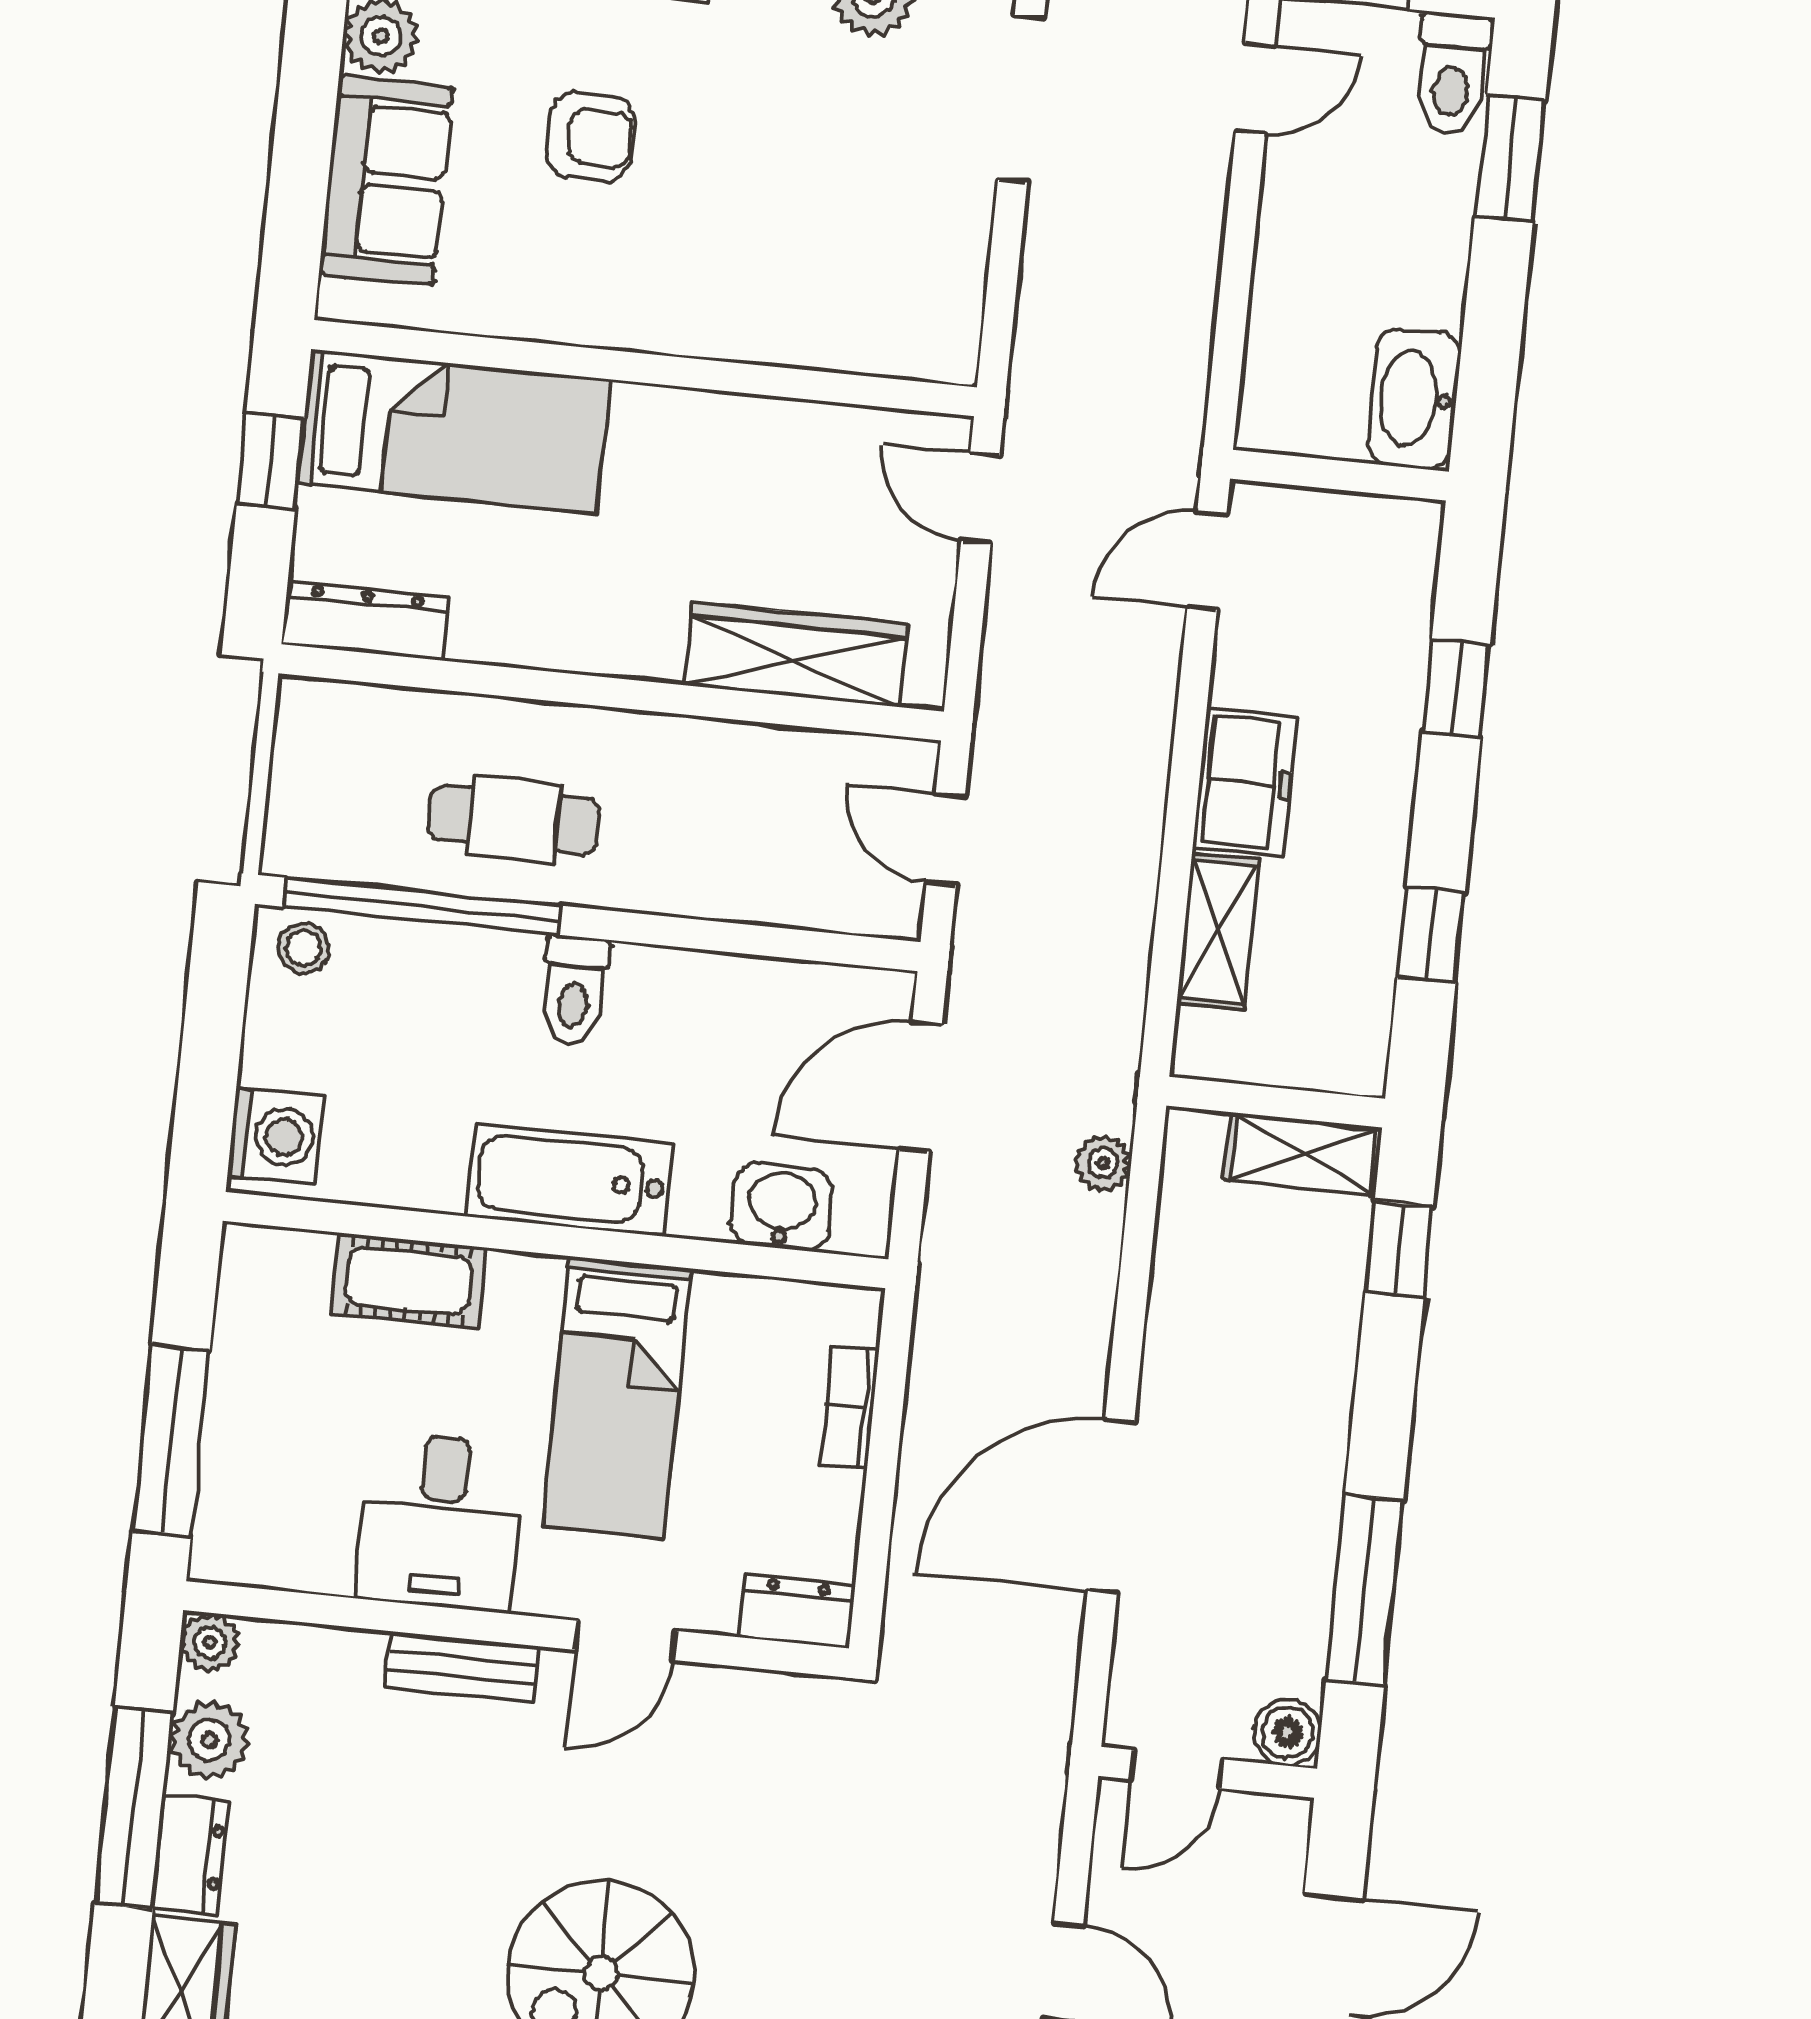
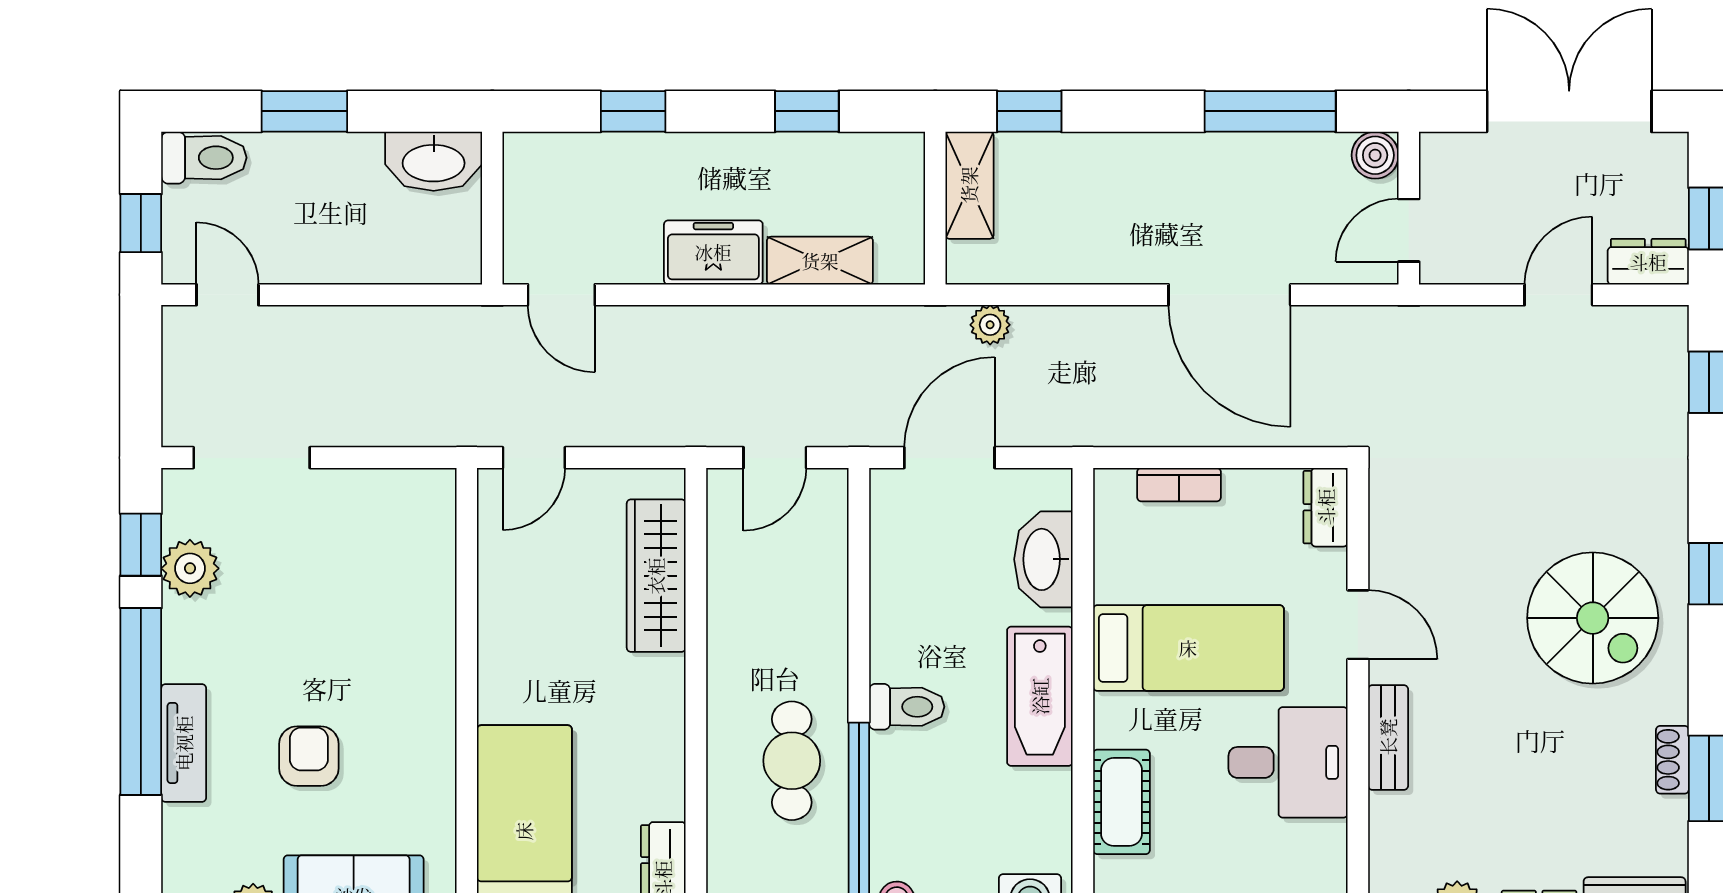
window: (1510, 158) -> (304, 111), moved
door: (921, 1086) -> (949, 458), swing flipped
washbasin: (782, 1207) -> (1043, 559), width x1.38
door: (1177, 1769) -> (1409, 230), swing flipped

